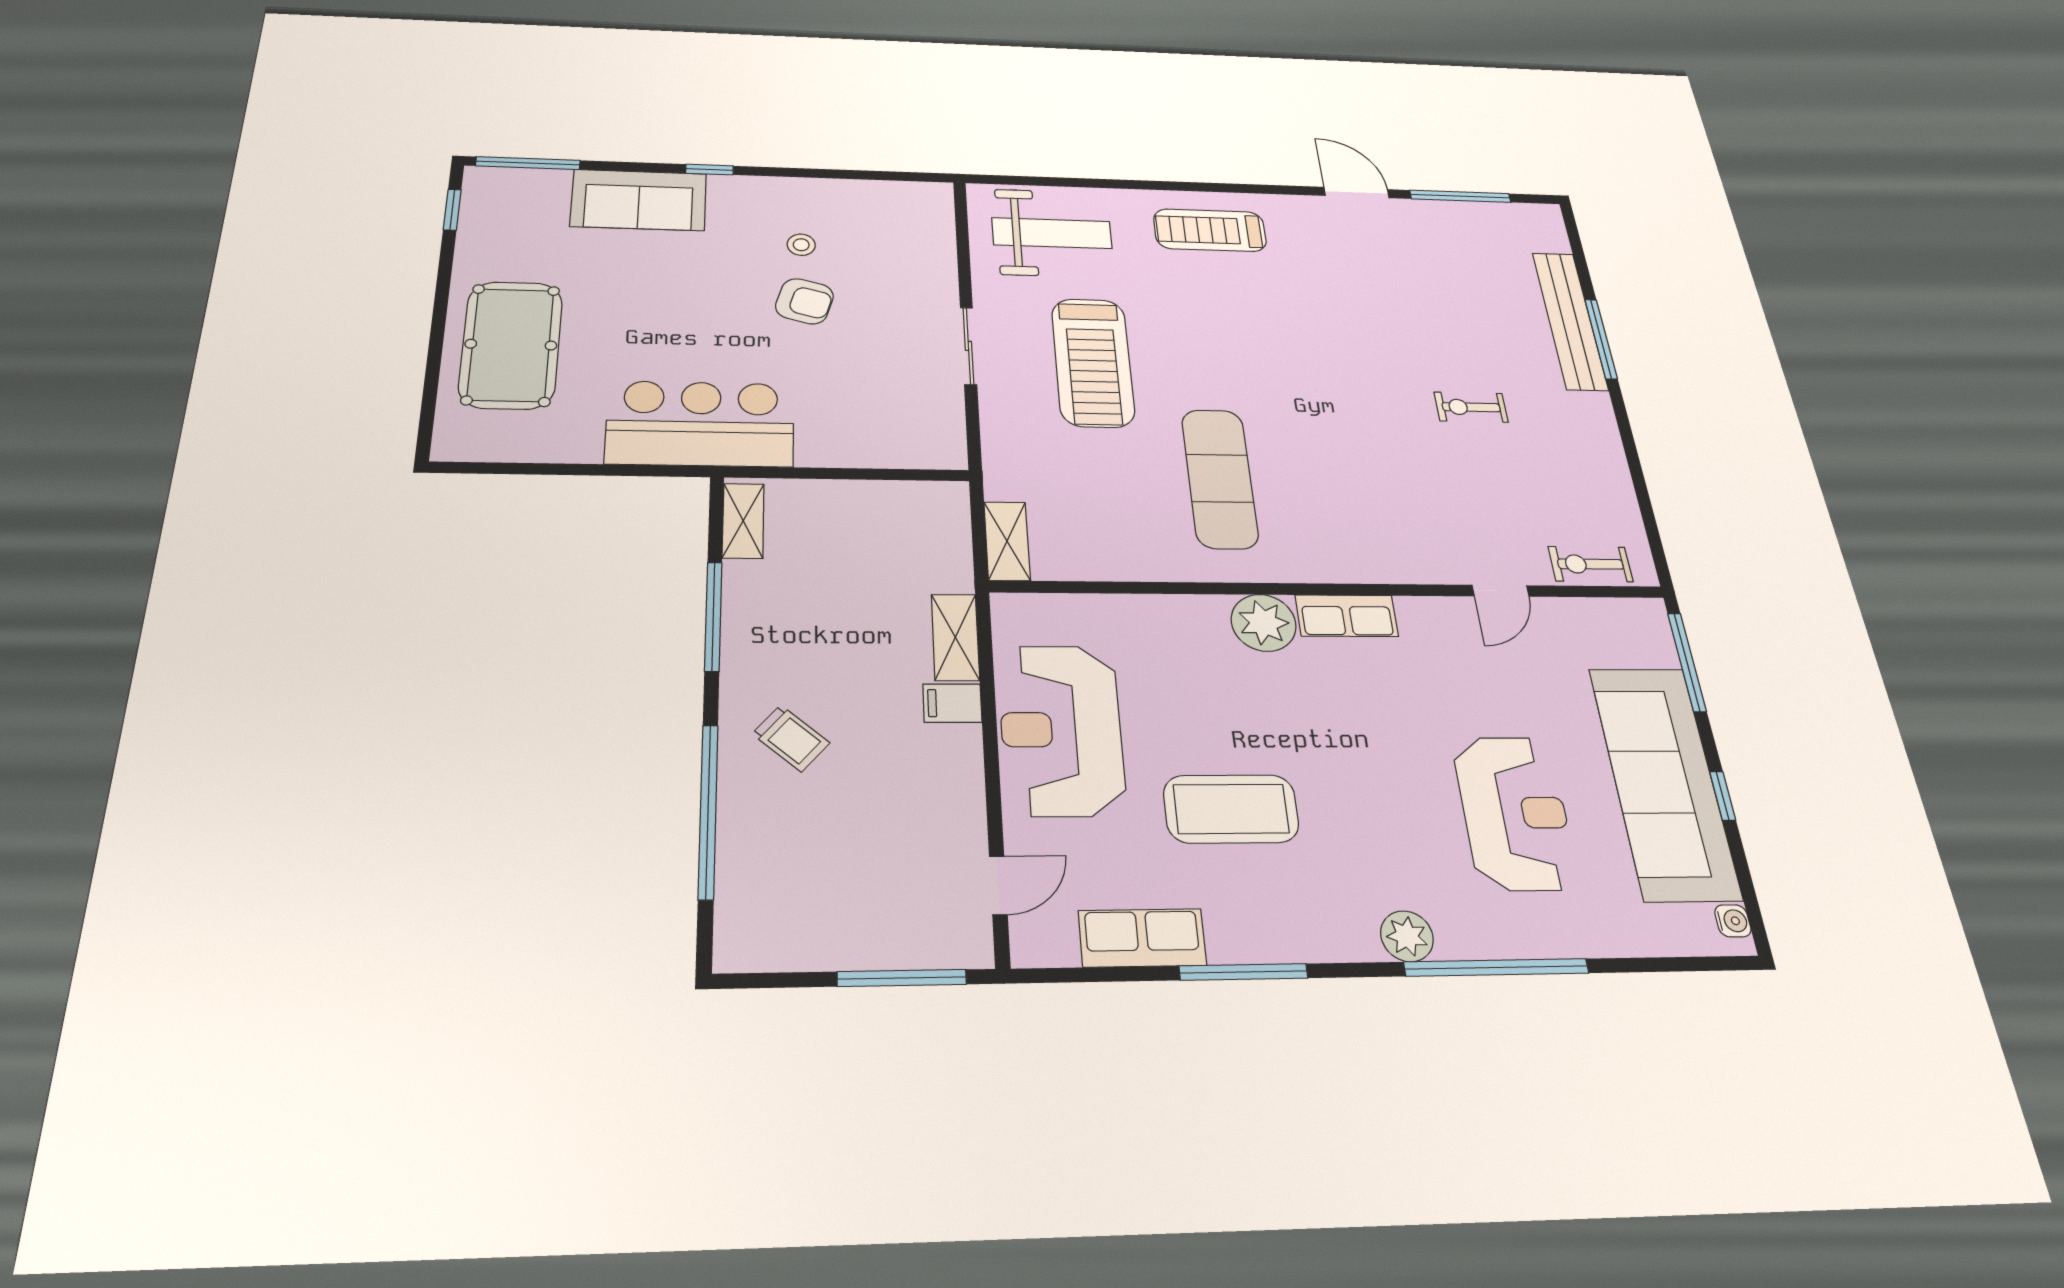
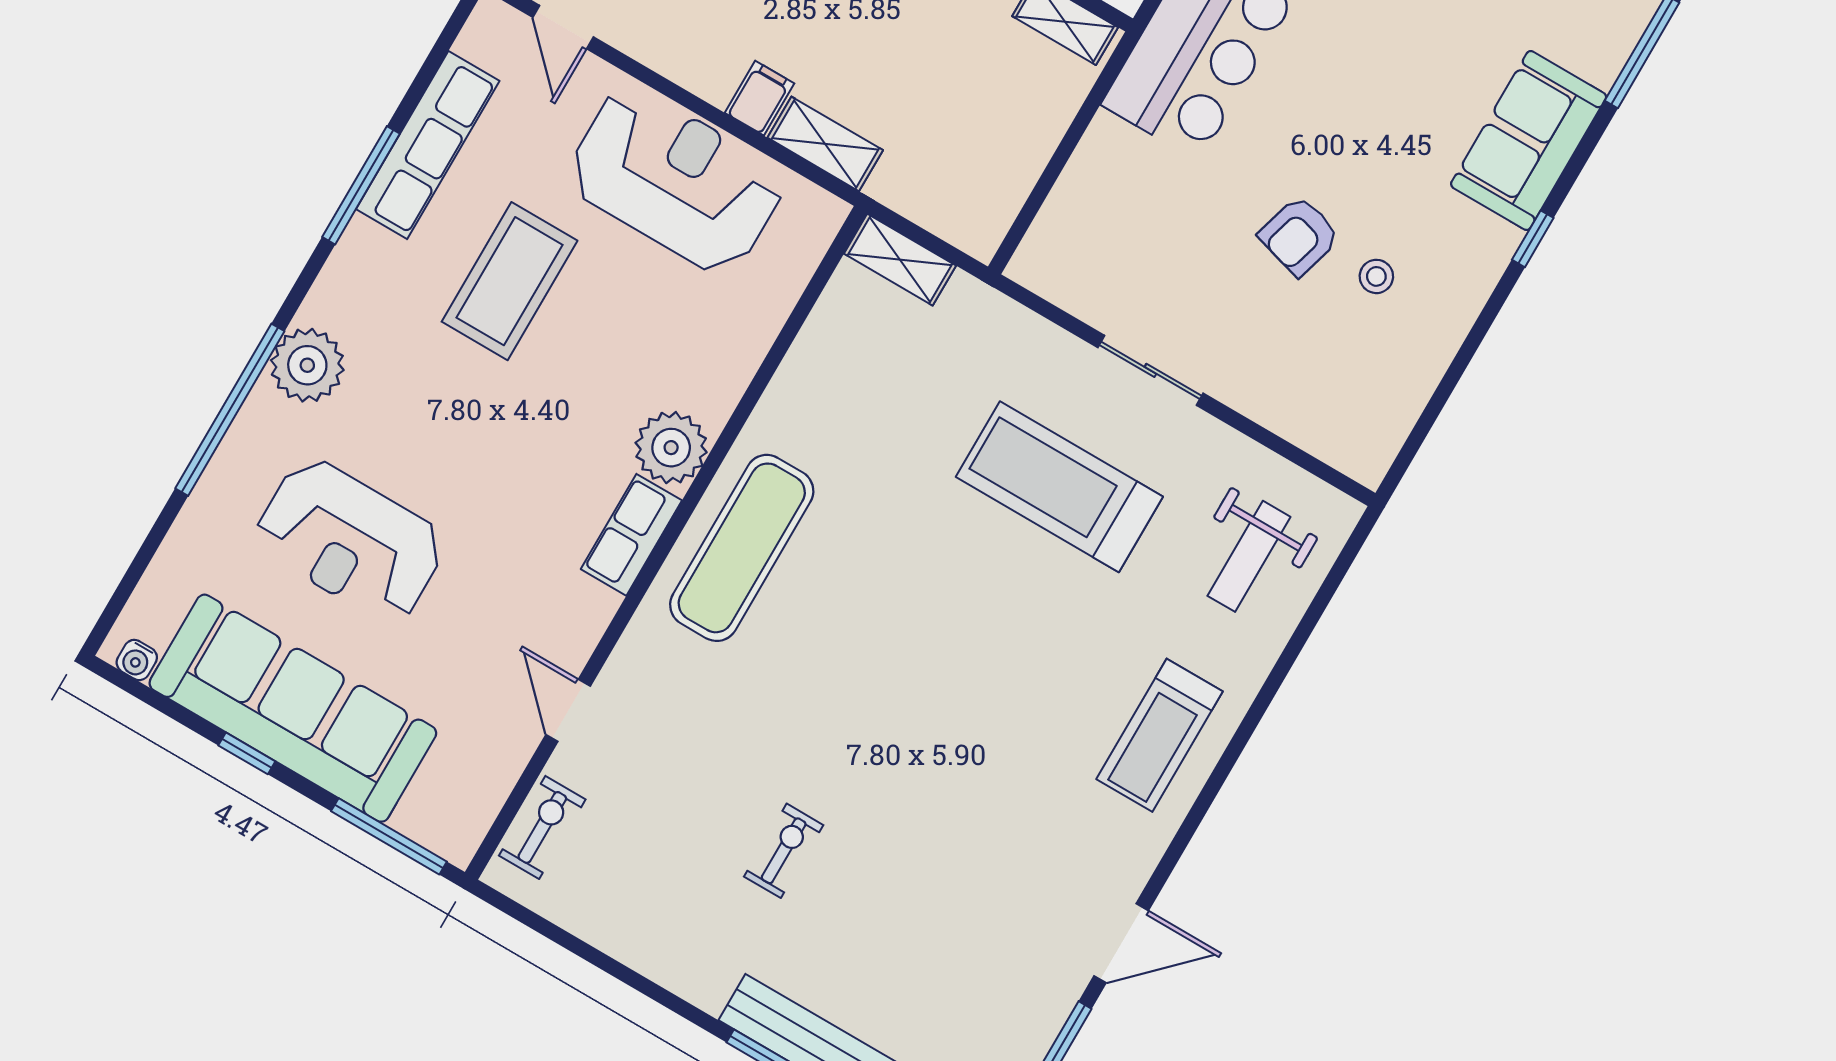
treadmill: (1210, 230) -> (1160, 735), turned 180
weight bench: (1052, 233) -> (1249, 556), width x0.73, depth x0.75
exercise mat: (1220, 478) -> (742, 548), moved, turned 90
plant: (1407, 936) -> (307, 365), width x1.36, depth x1.36
row of seats: (1142, 938) -> (428, 145), width x1.48

